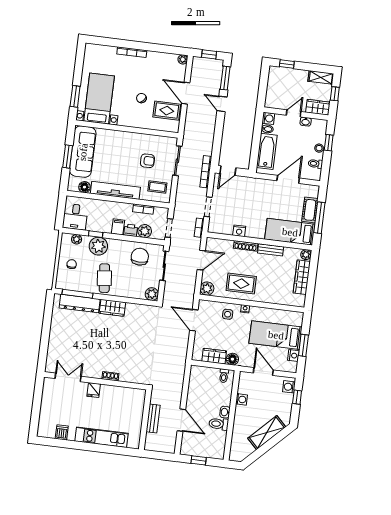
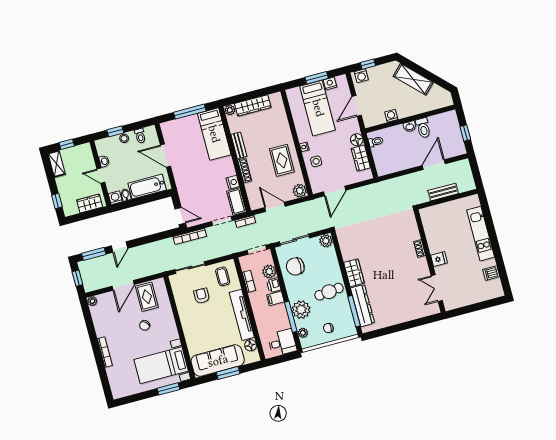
wardrobe: (318, 107) -> (90, 203), moved, turned 90
cot: (310, 210) -> (237, 202), moved, turned 90
window: (96, 234) -> (291, 317), width x2.17

